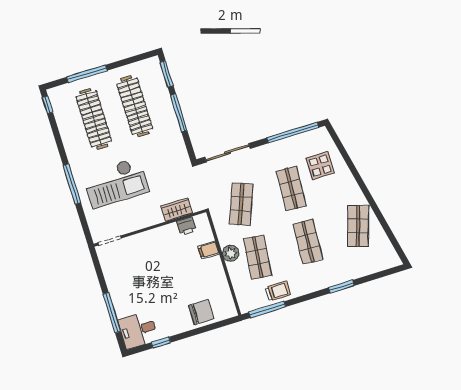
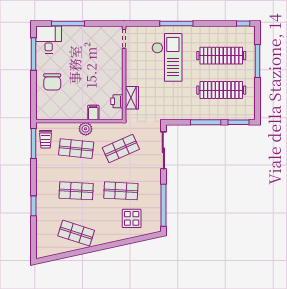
checkout: (116, 183) -> (167, 57), turned 180
shop shelf: (241, 204) -> (121, 149), turned -45
trolley: (278, 291) -> (46, 139), moved
chair: (201, 312) -> (52, 82), moved
window: (161, 342) -> (34, 54), width x2.17

